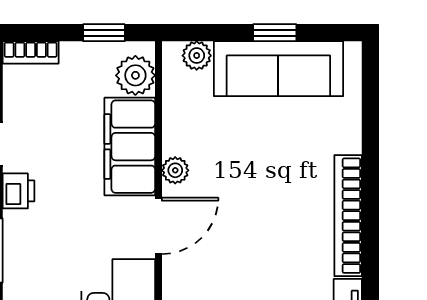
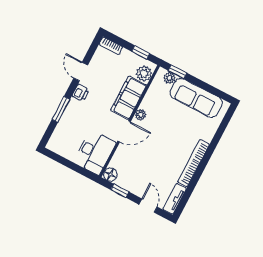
window: (275, 33) -> (178, 72), moved

